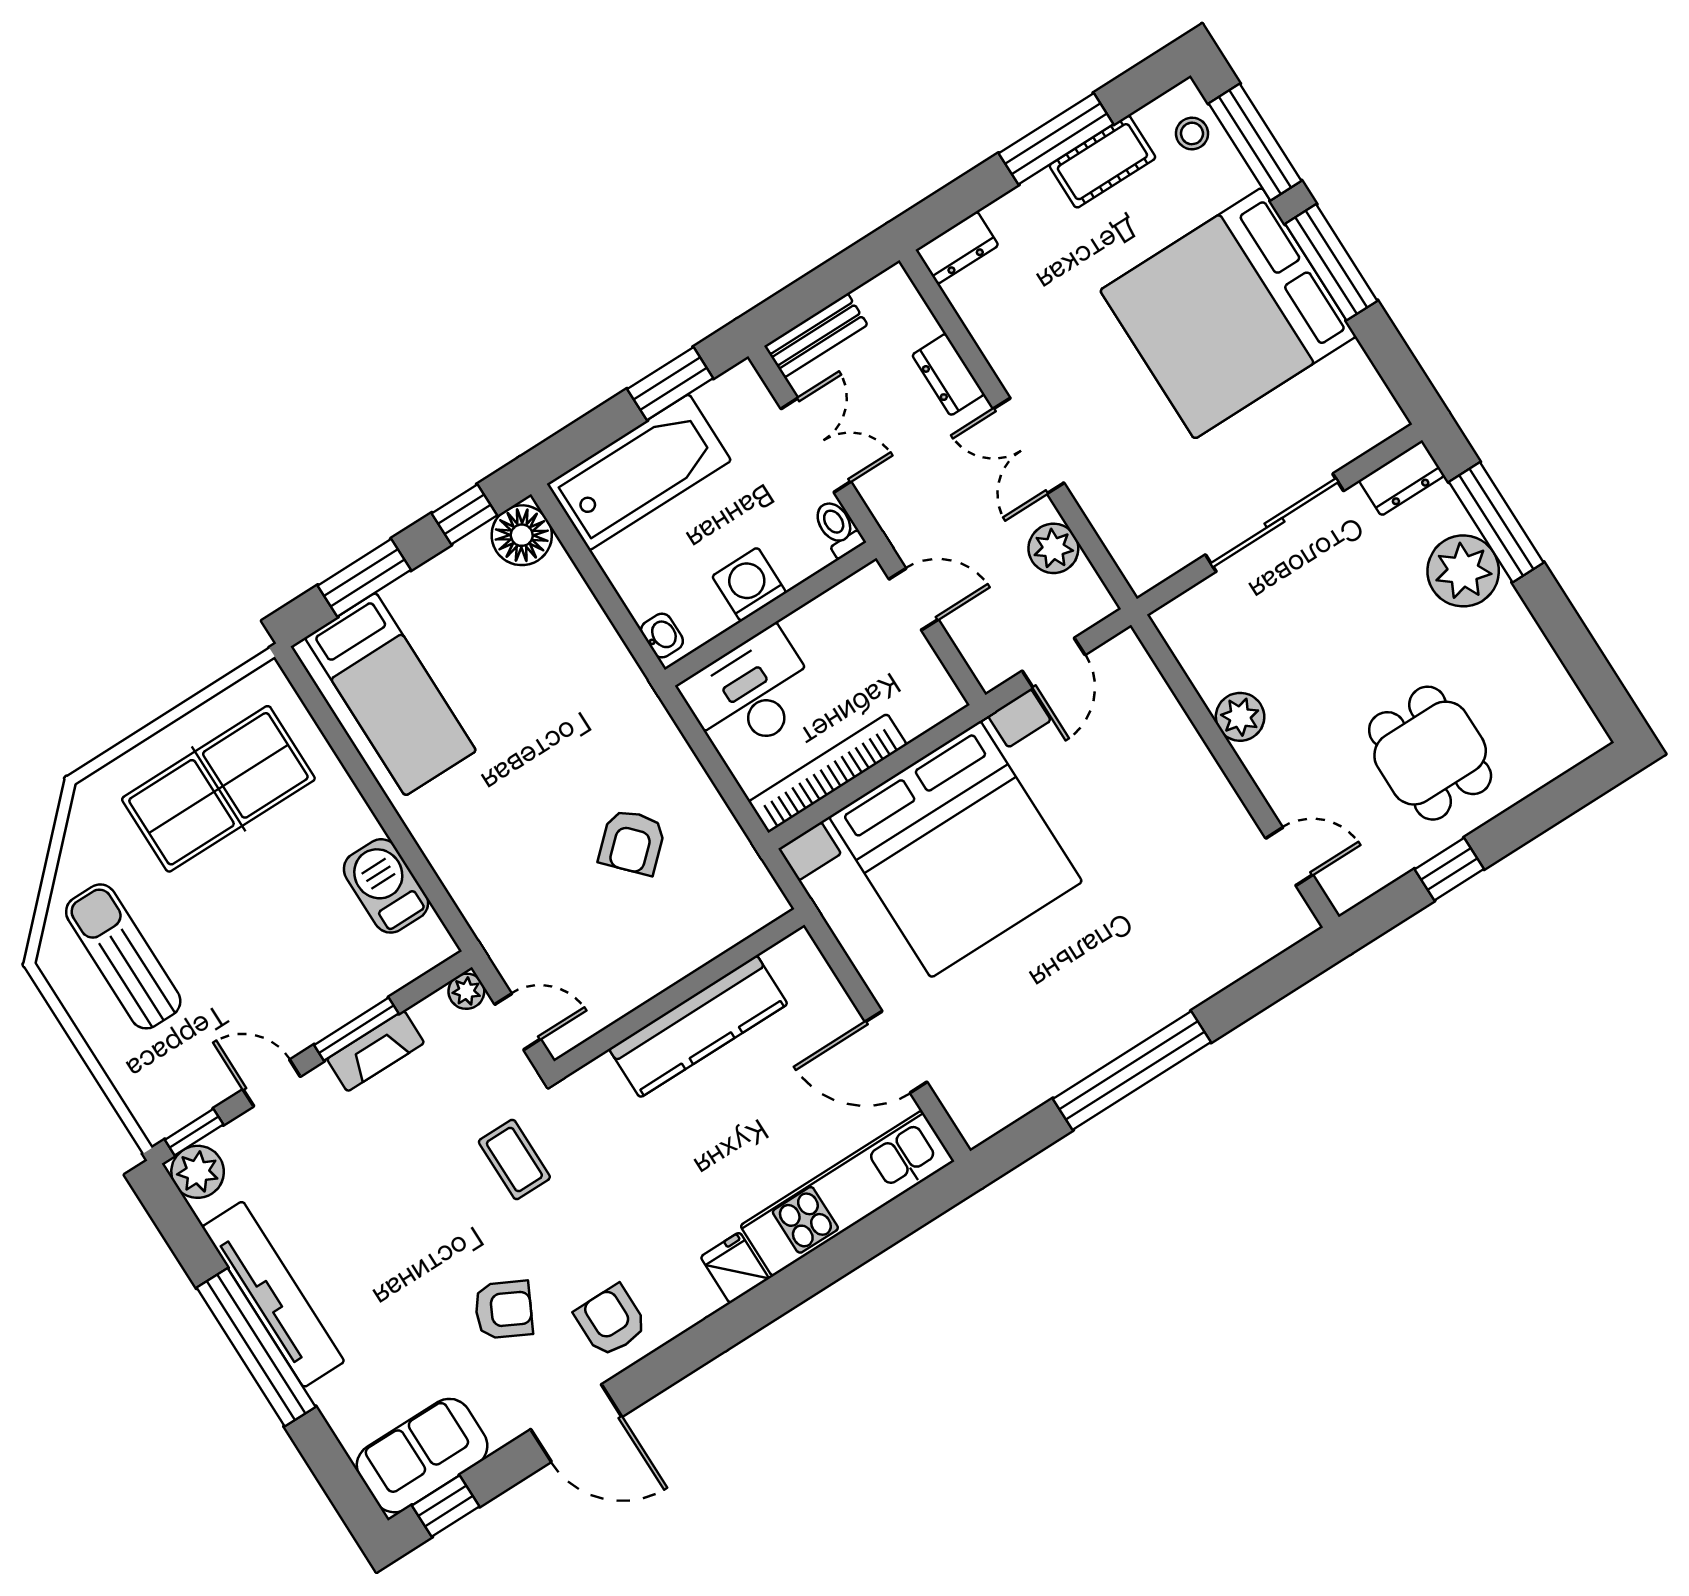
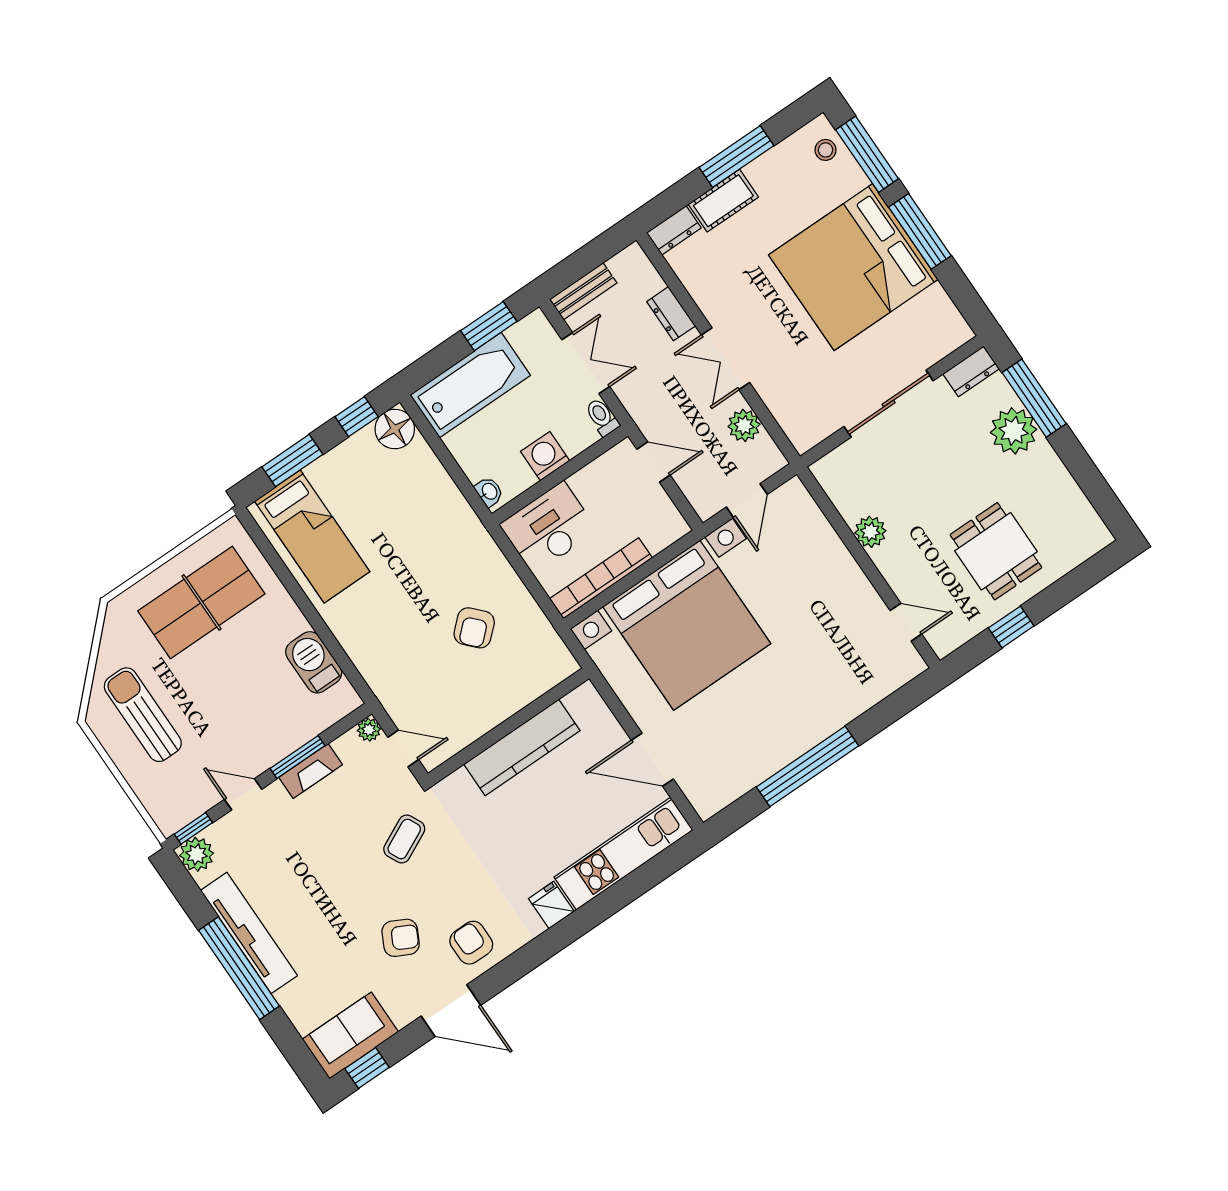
cot: (1102, 162) -> (723, 201), moved
coffee table: (514, 1159) -> (404, 839), turned 64

